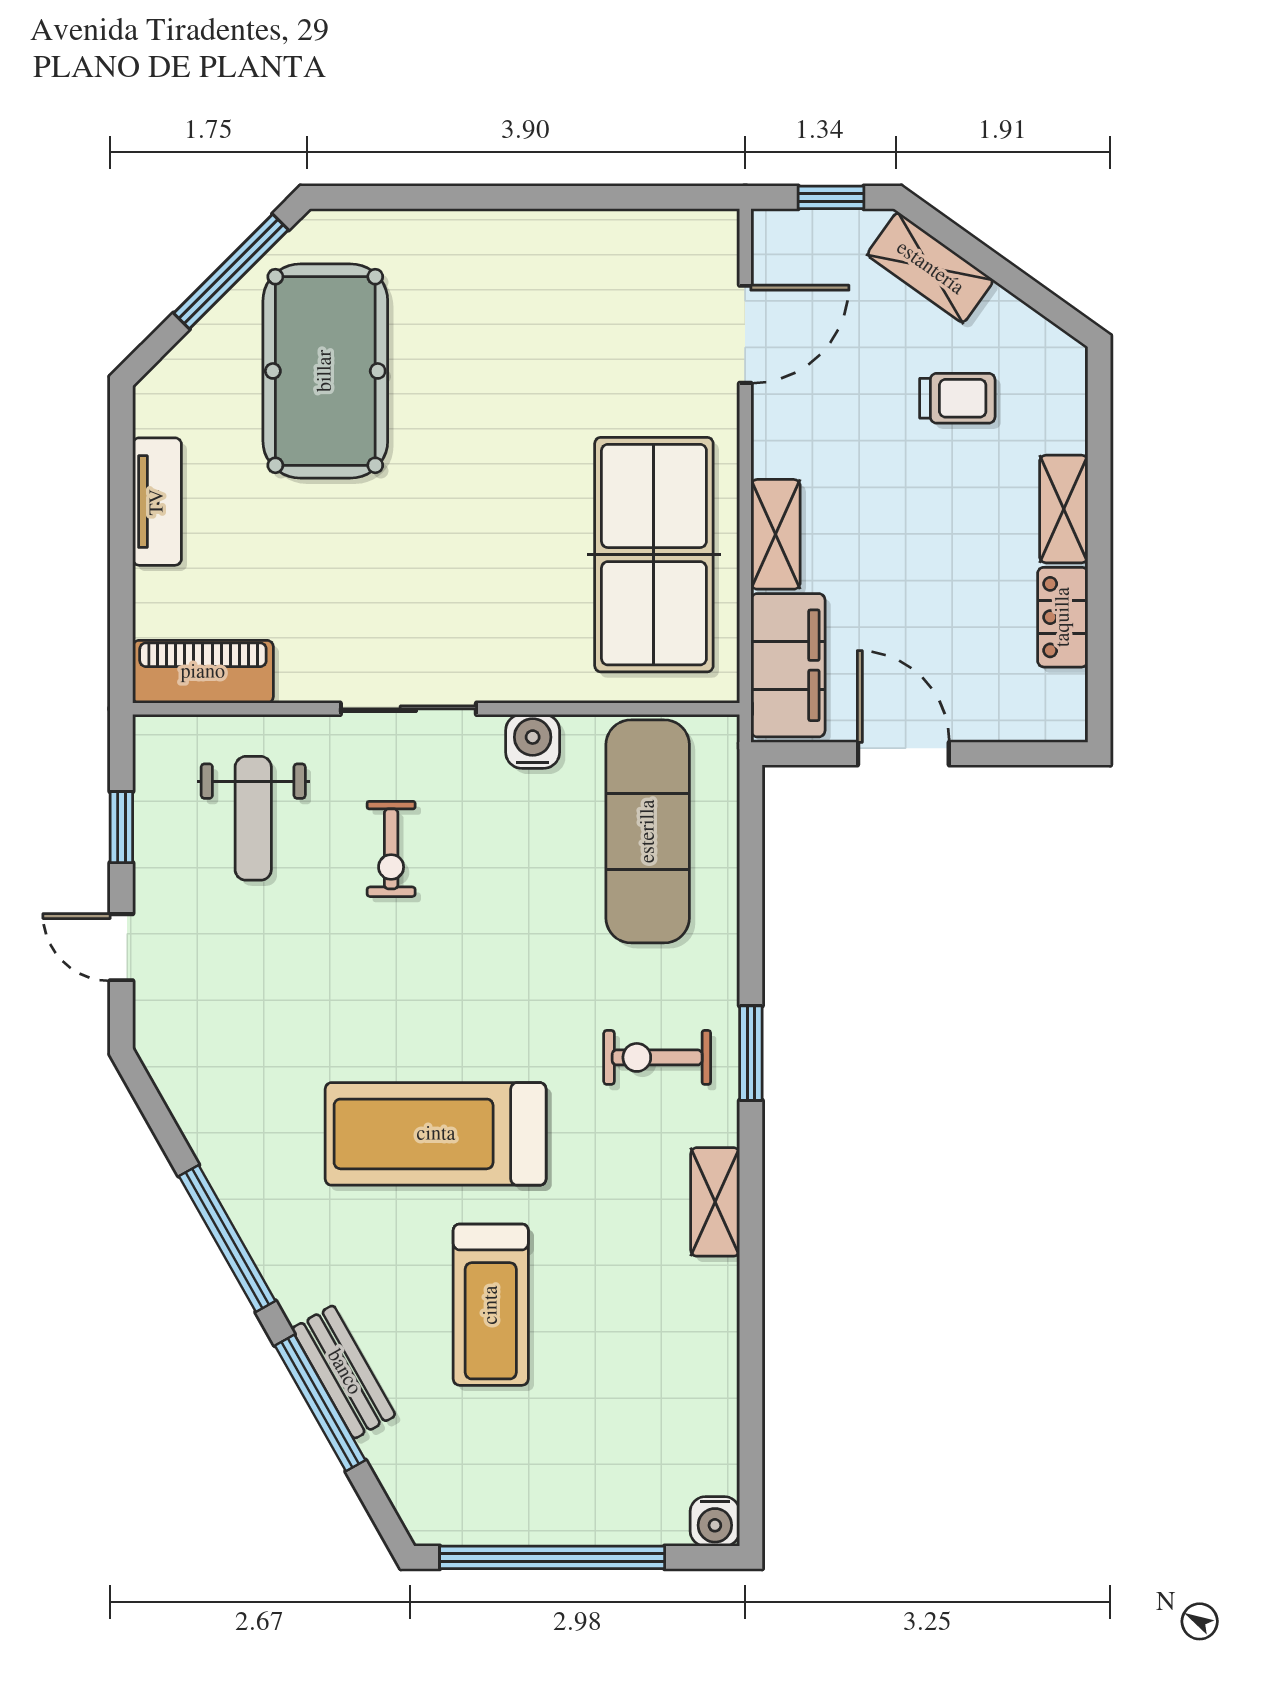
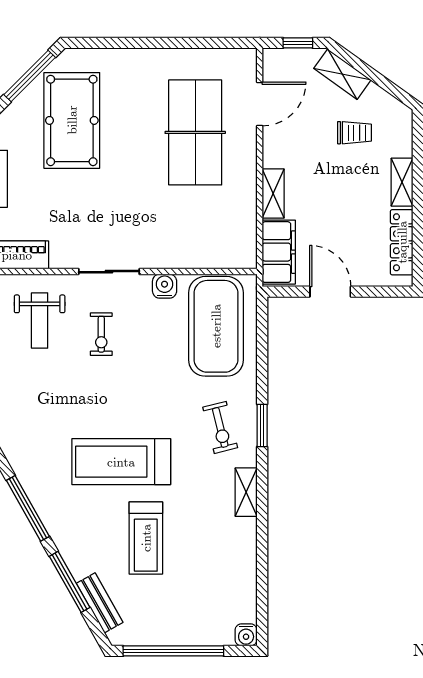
table tennis table: (654, 555) -> (195, 132), moved
locker: (1063, 617) -> (402, 242), width x1.53
exercise mat: (648, 831) -> (216, 326), width x1.47
exercise bike: (657, 1057) -> (220, 427), turned -104
bench: (344, 1372) -> (100, 603), moved

